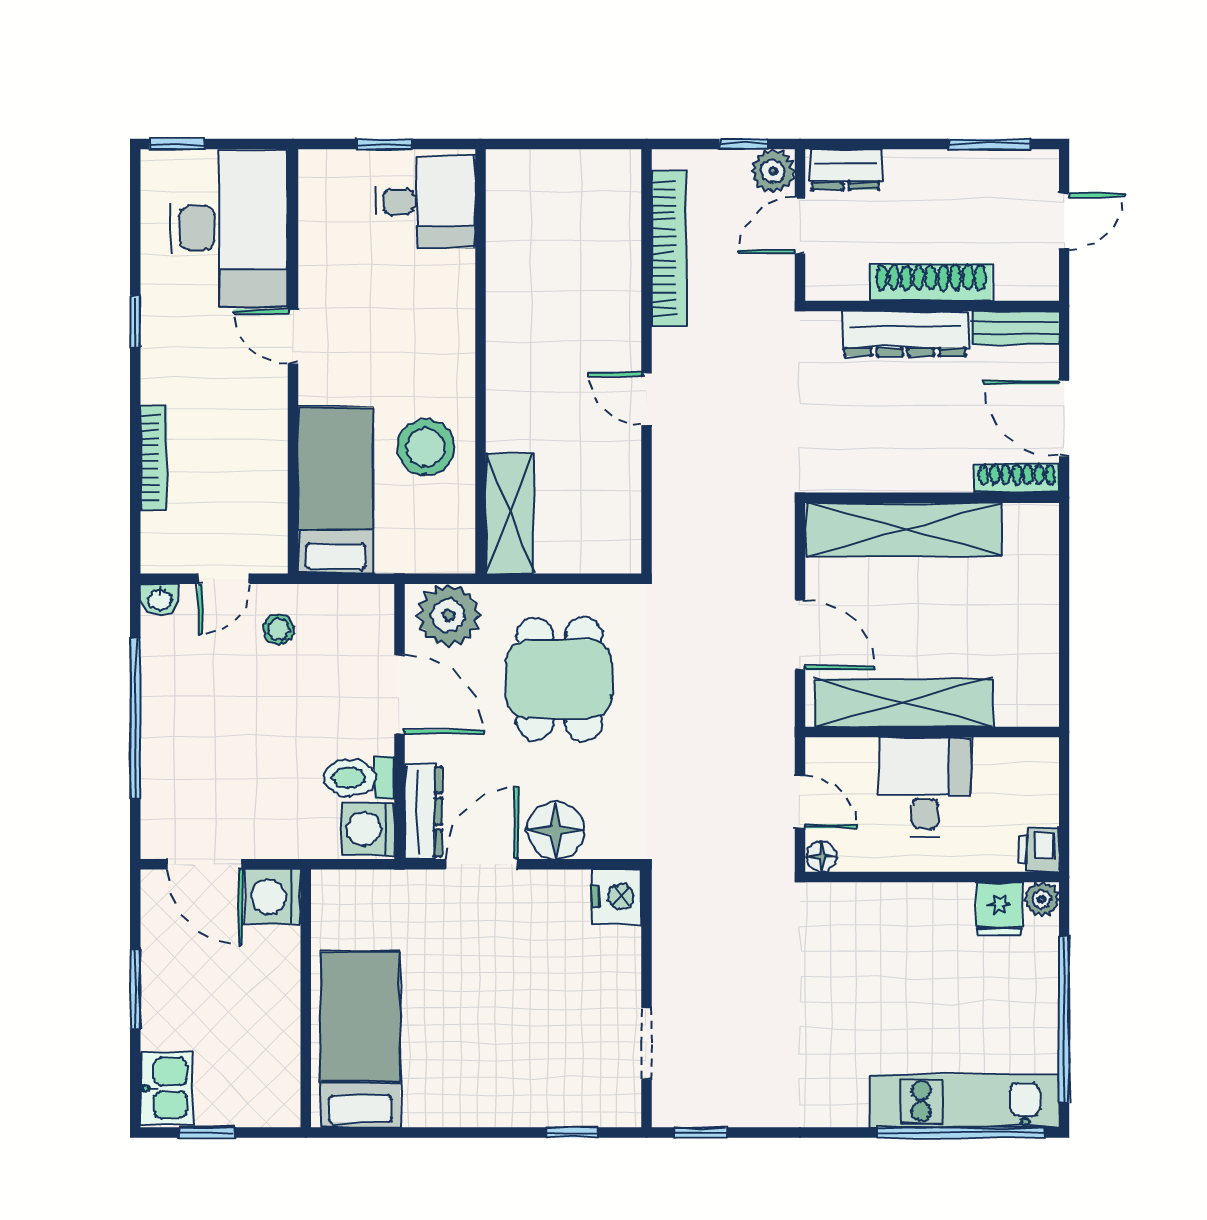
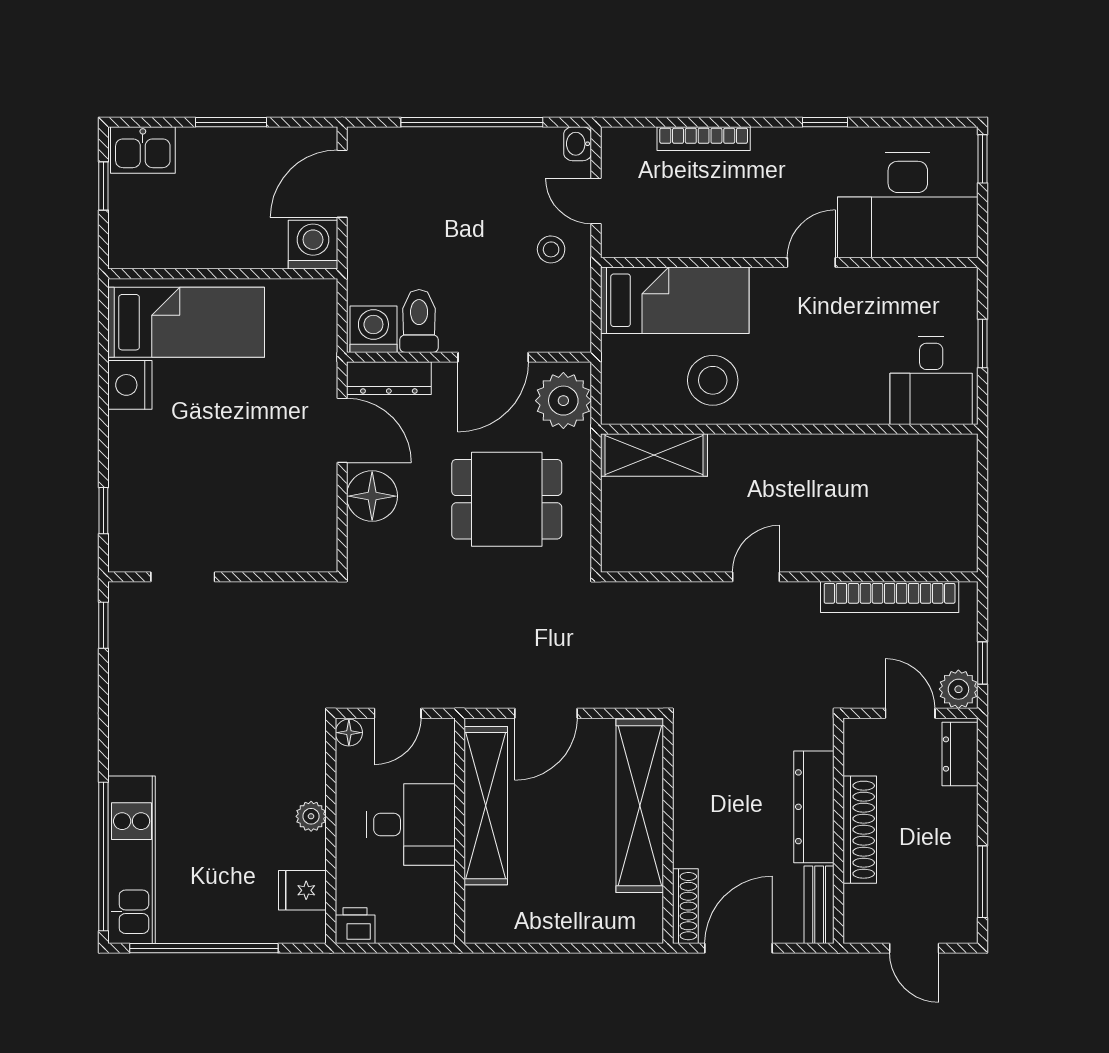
nightstand: (617, 897) -> (130, 385), moved, turned 90
plant: (1042, 899) -> (311, 816), moved

